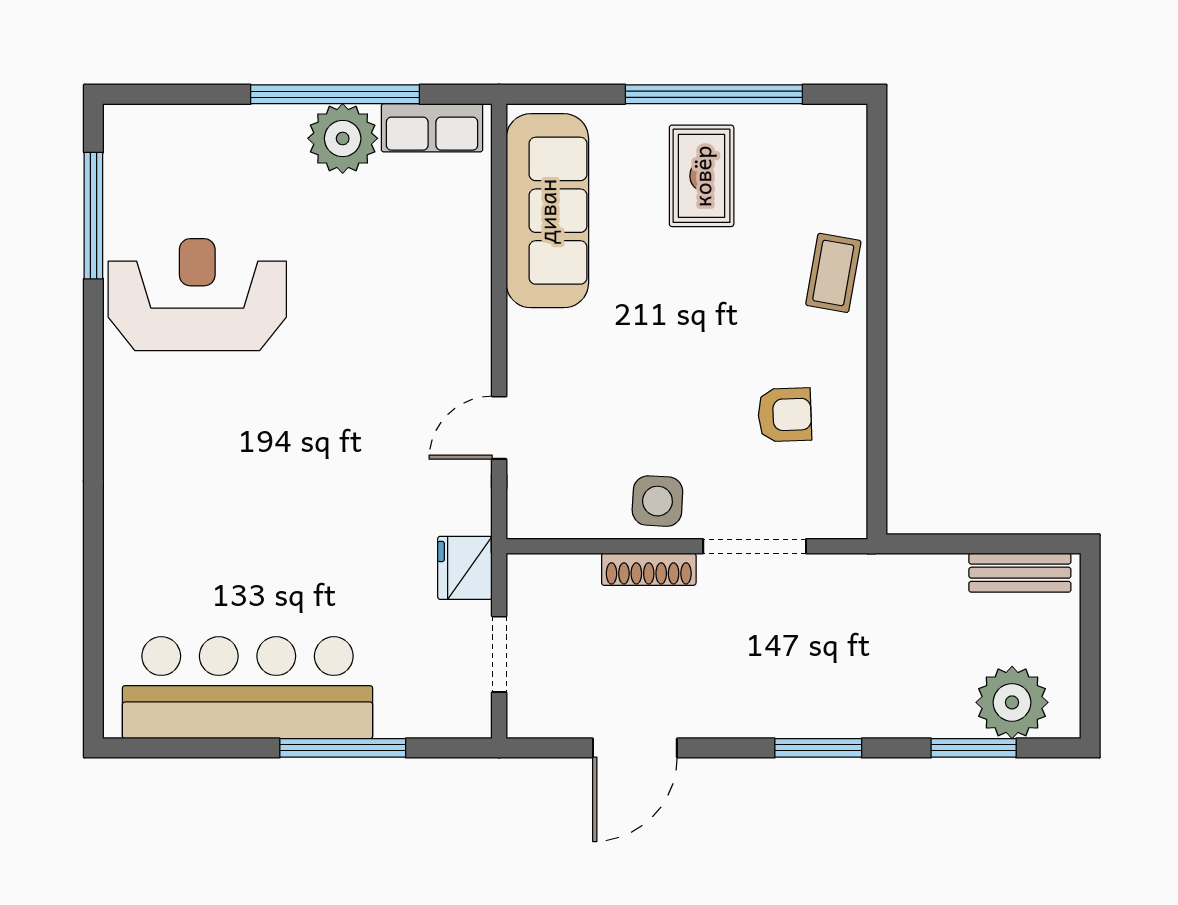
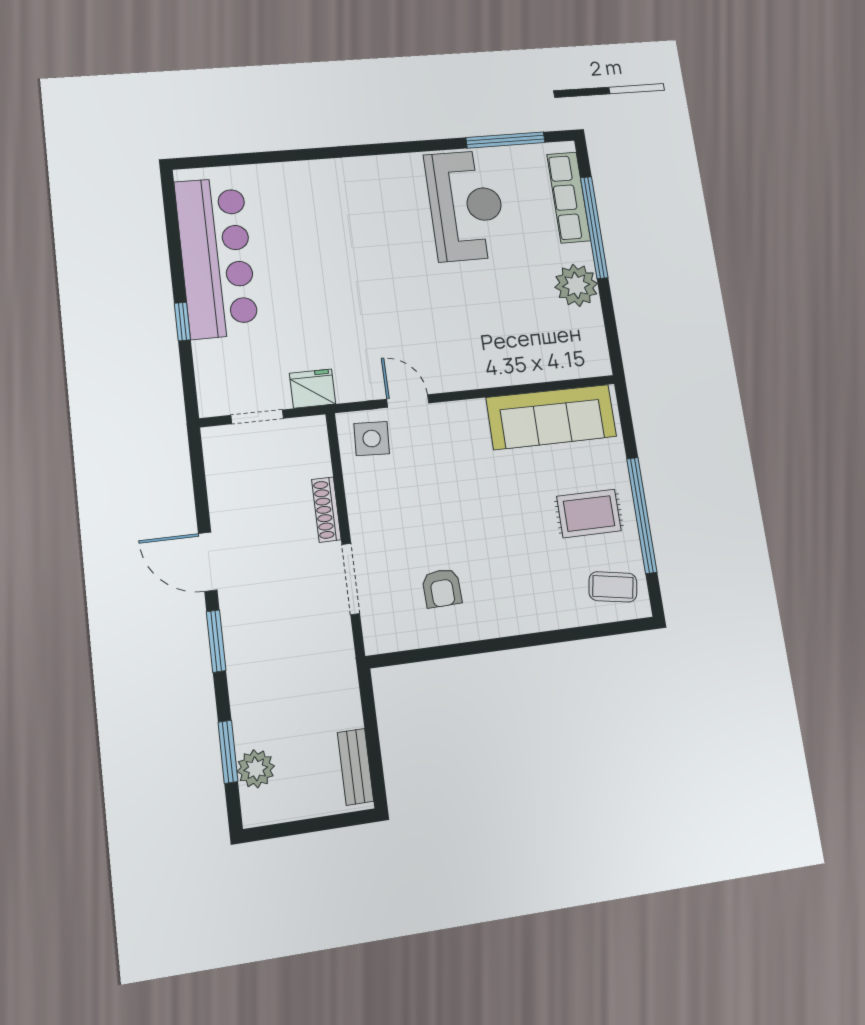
window: (335, 94) -> (594, 227), moved
row of seats: (432, 128) -> (569, 197), moved, width x1.48
coffee table: (833, 273) -> (613, 587), moved
side table: (657, 501) -> (372, 439), moved
plant: (1012, 702) -> (256, 769), width x0.73, depth x0.73
window: (343, 748) -> (182, 321), width x0.46
door: (635, 748) -> (208, 562), moved

